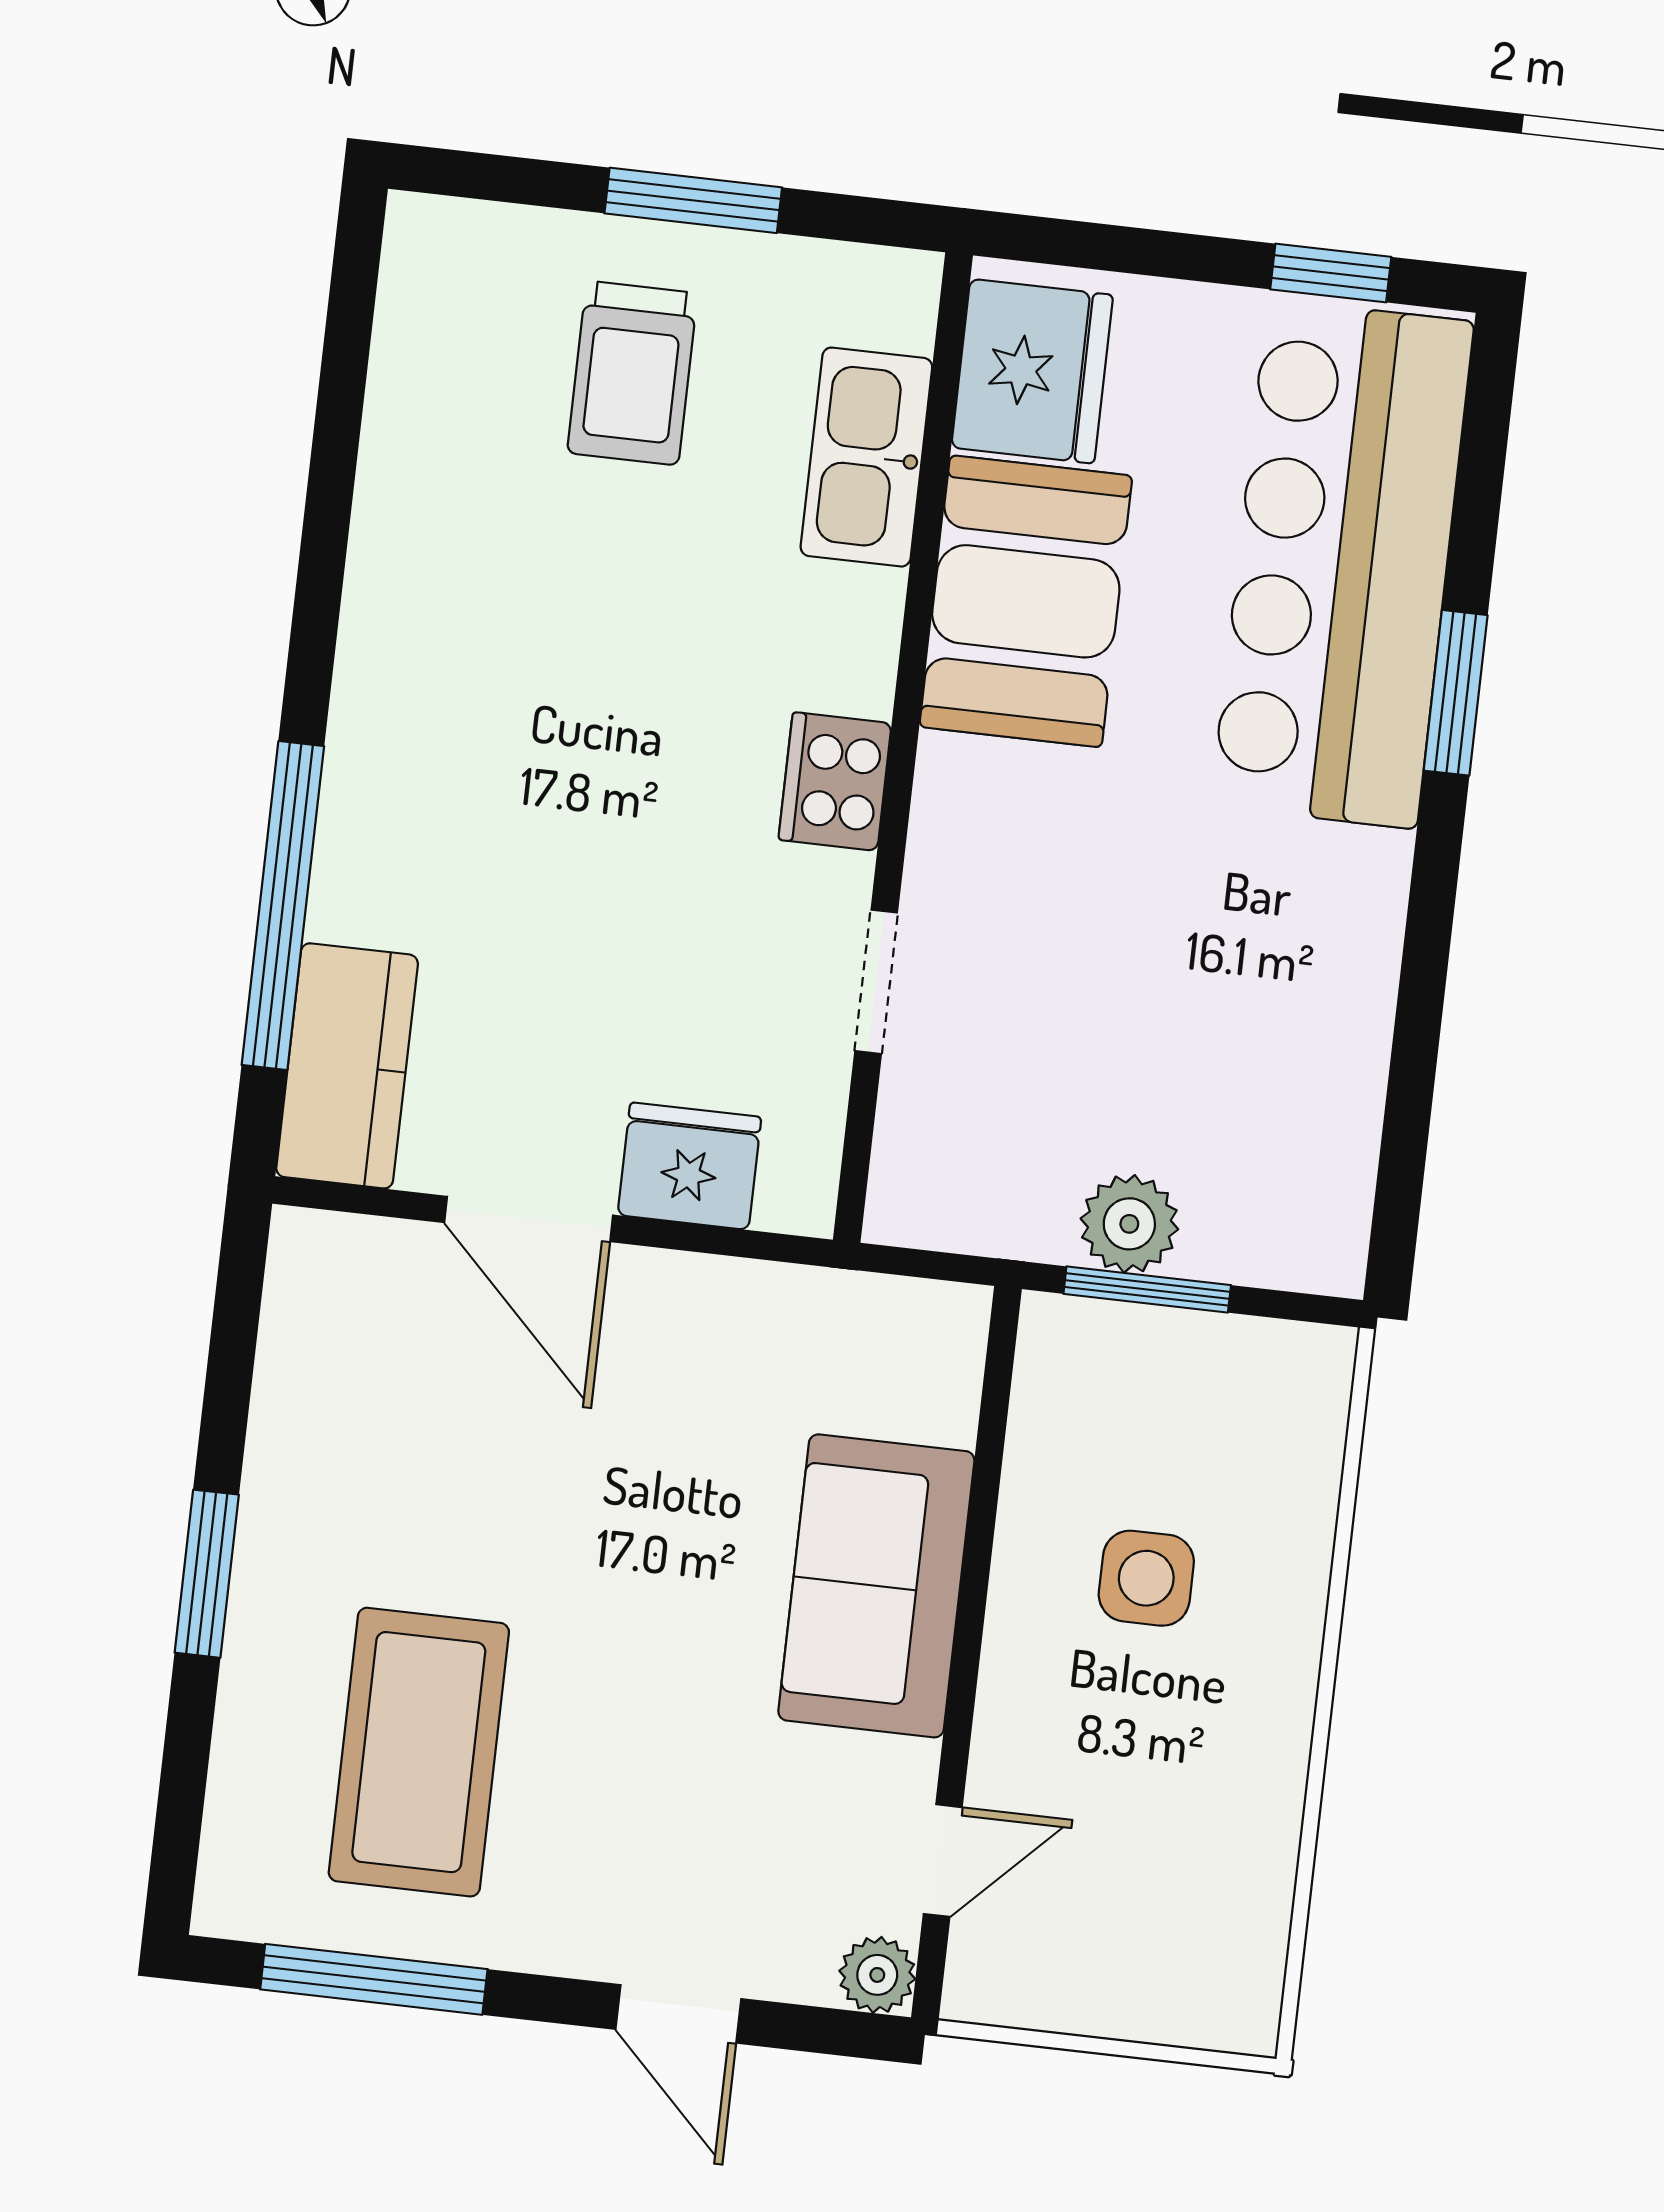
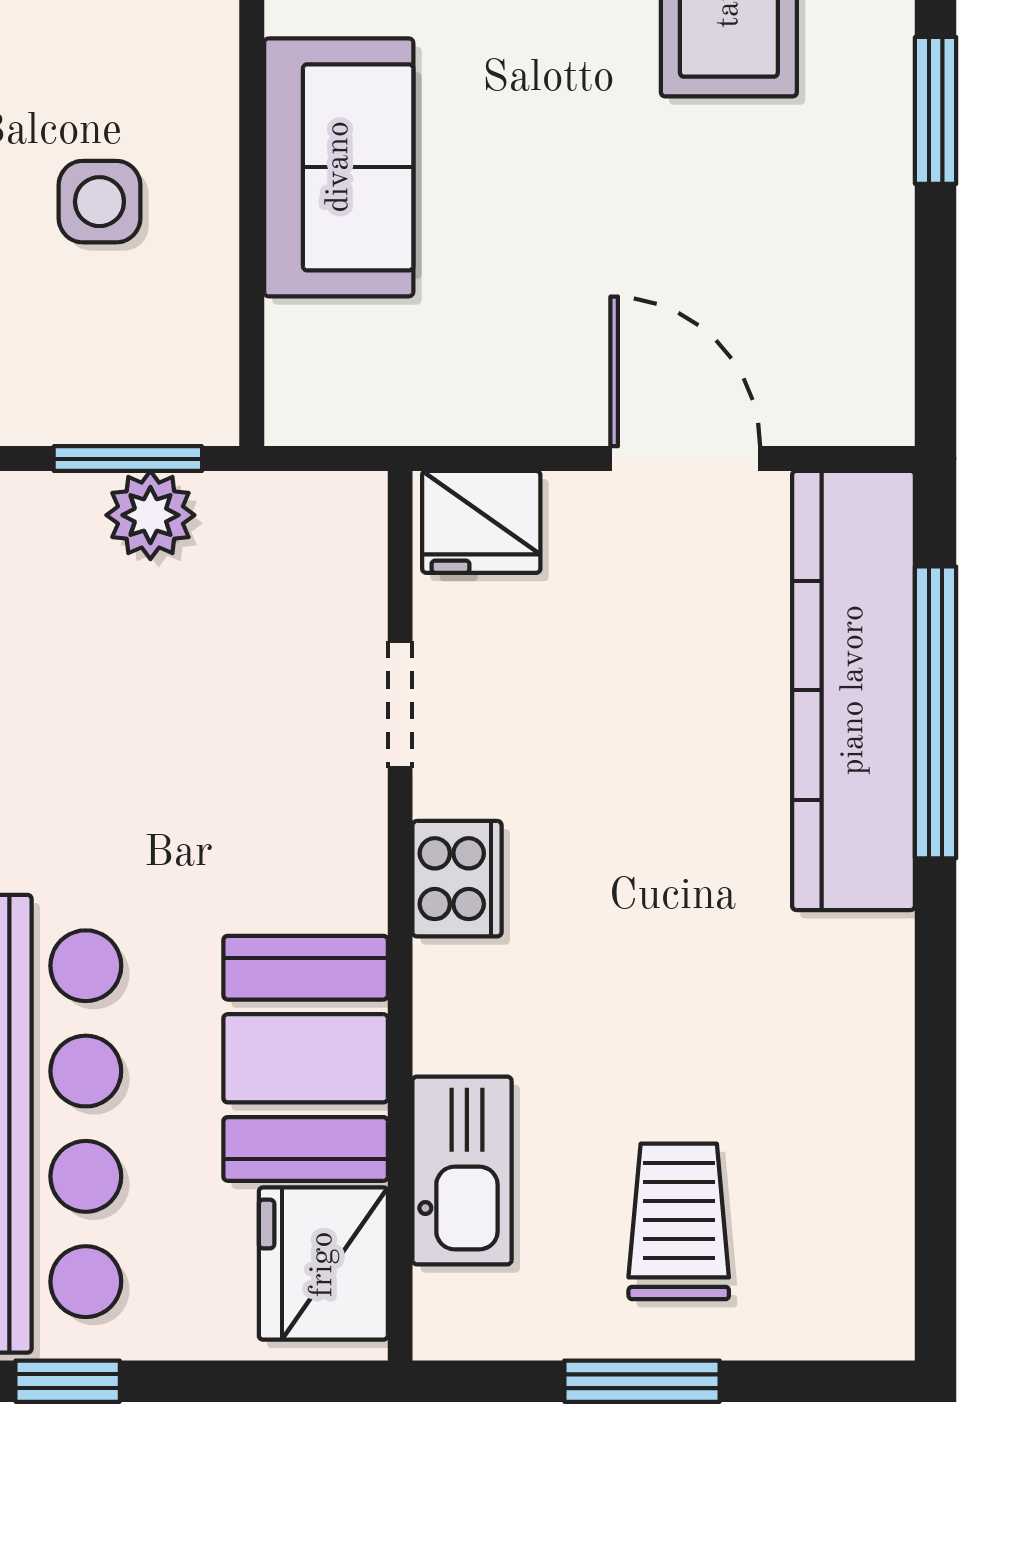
kitchen counter: (347, 1066) -> (854, 690), width x2.08, depth x1.17
fridge: (689, 1166) -> (481, 522), moved

